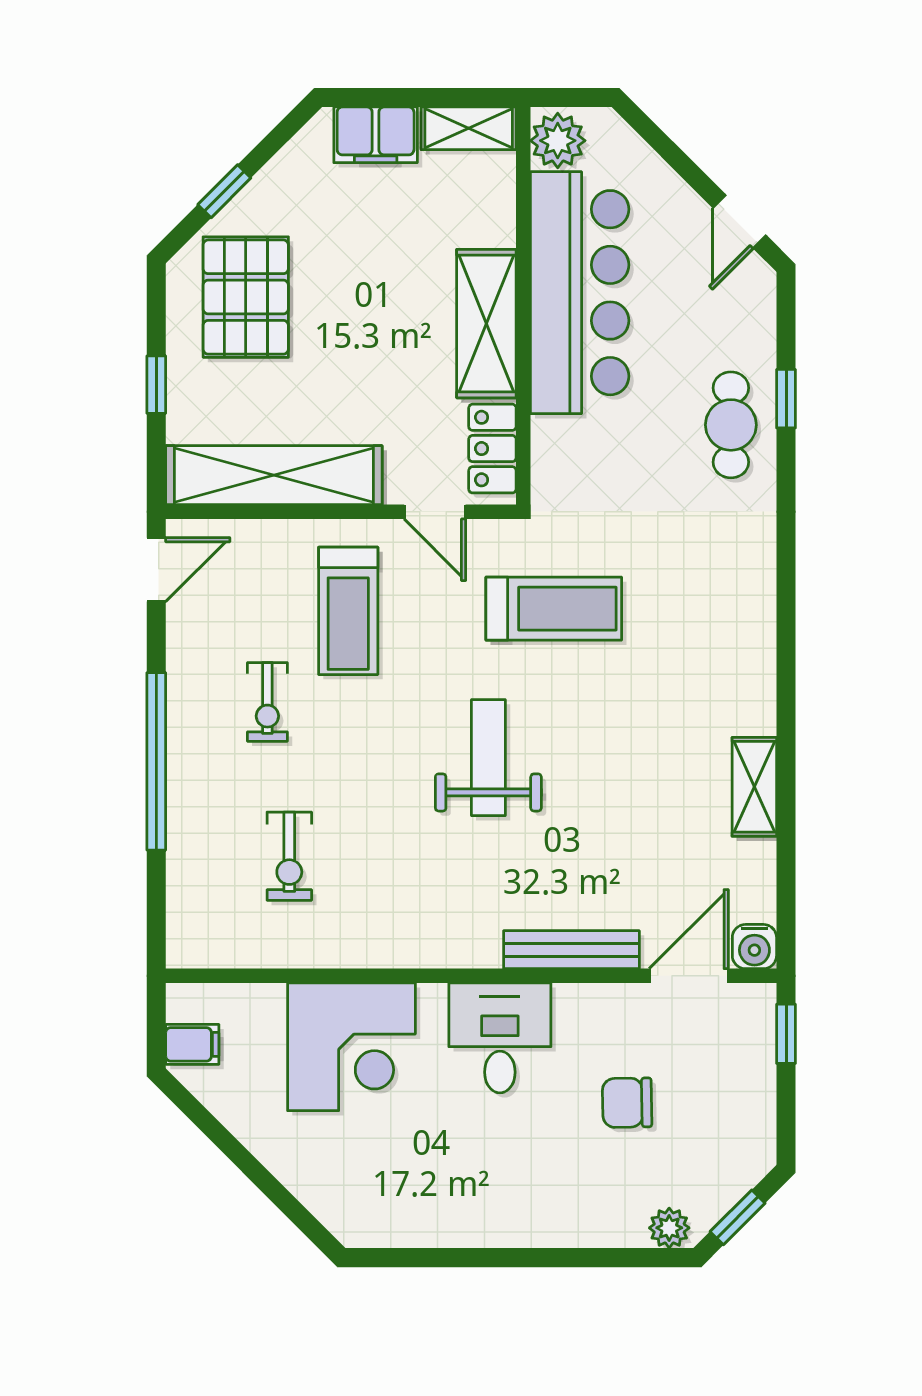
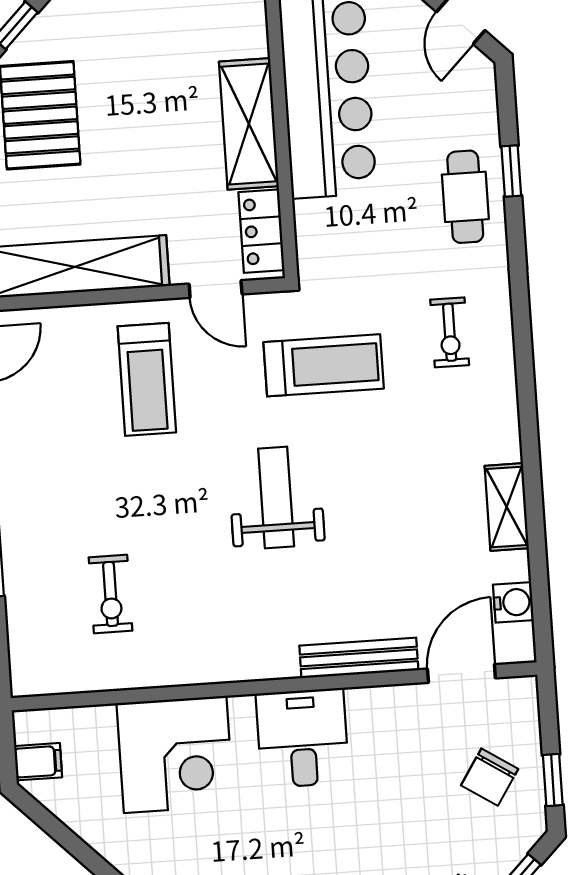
exercise bike: (267, 702) -> (450, 332), moved
water cooler: (754, 947) -> (513, 602), moved, turned -90
window: (786, 1034) -> (553, 780), moved
chair: (627, 1103) -> (490, 777), moved, turned -56

